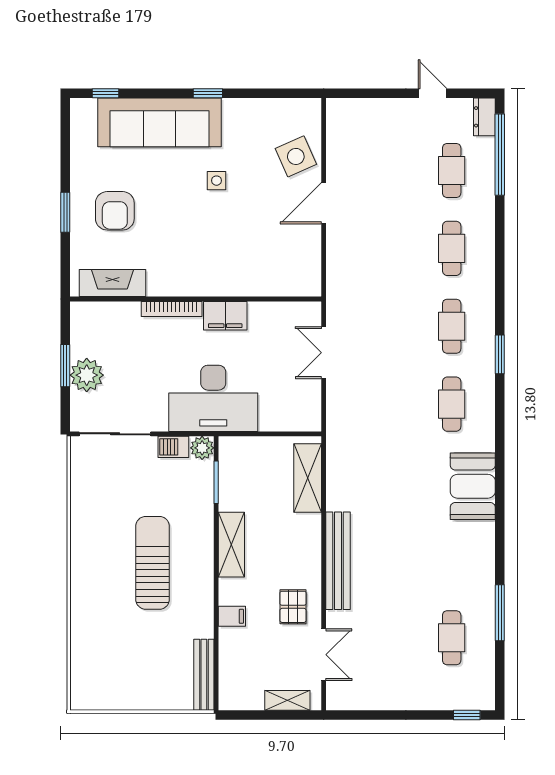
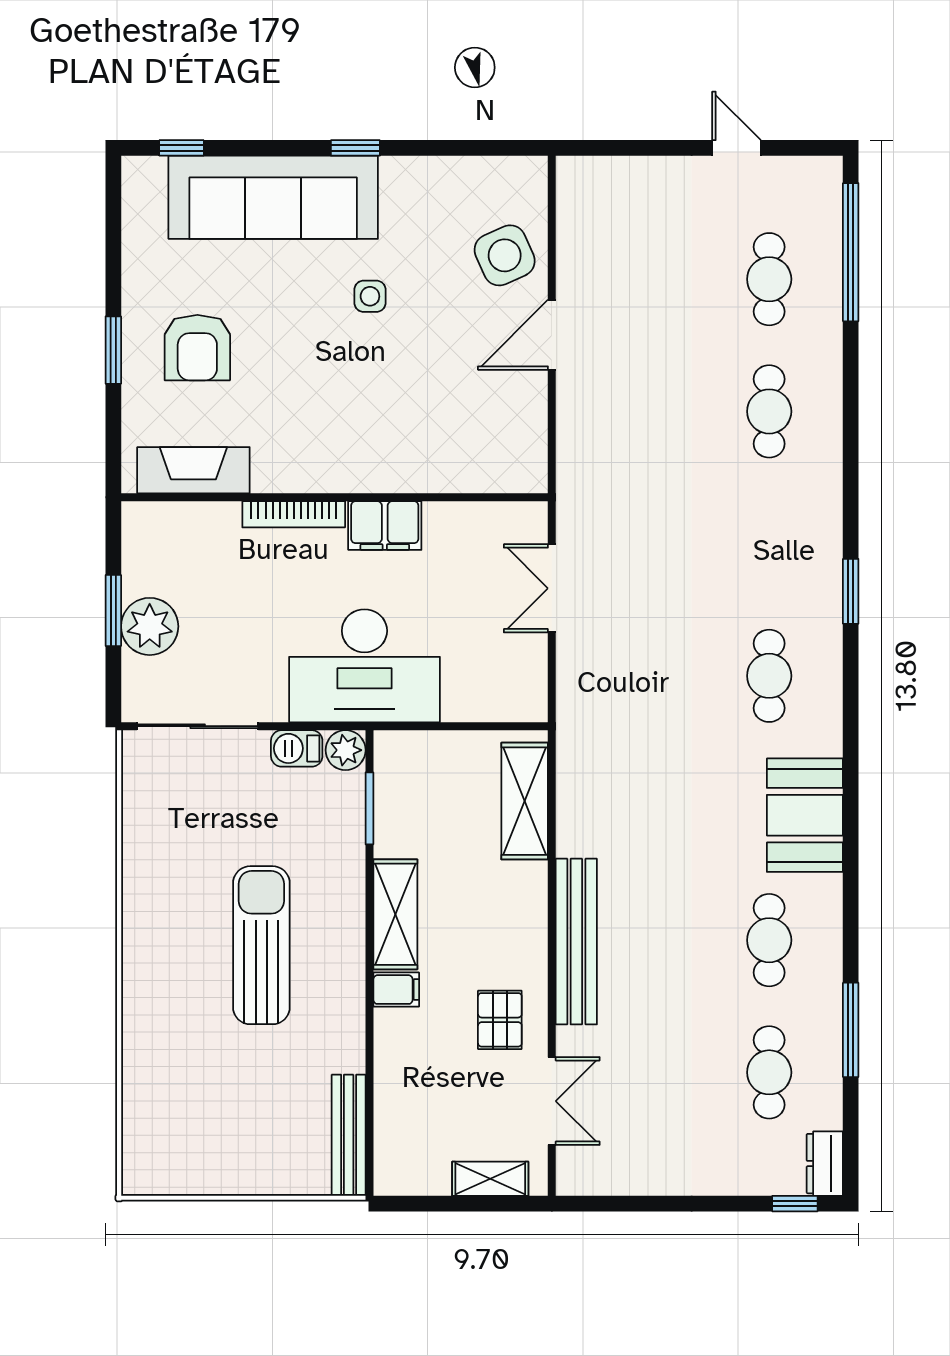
dresser: (484, 117) -> (825, 1164), moved
cafe table: (452, 326) -> (769, 940), moved
filing cabinet: (232, 616) -> (396, 990), moved

